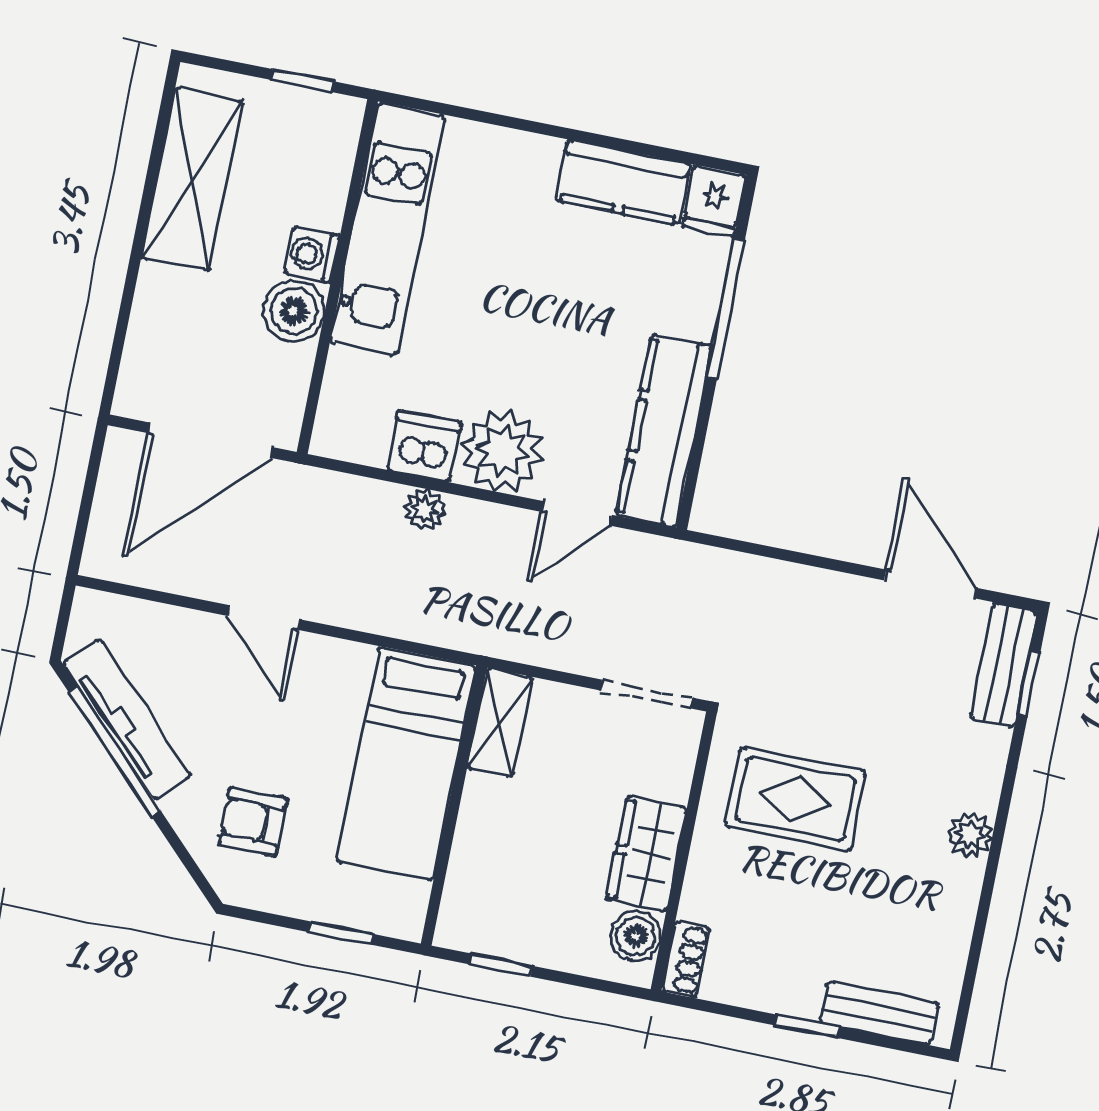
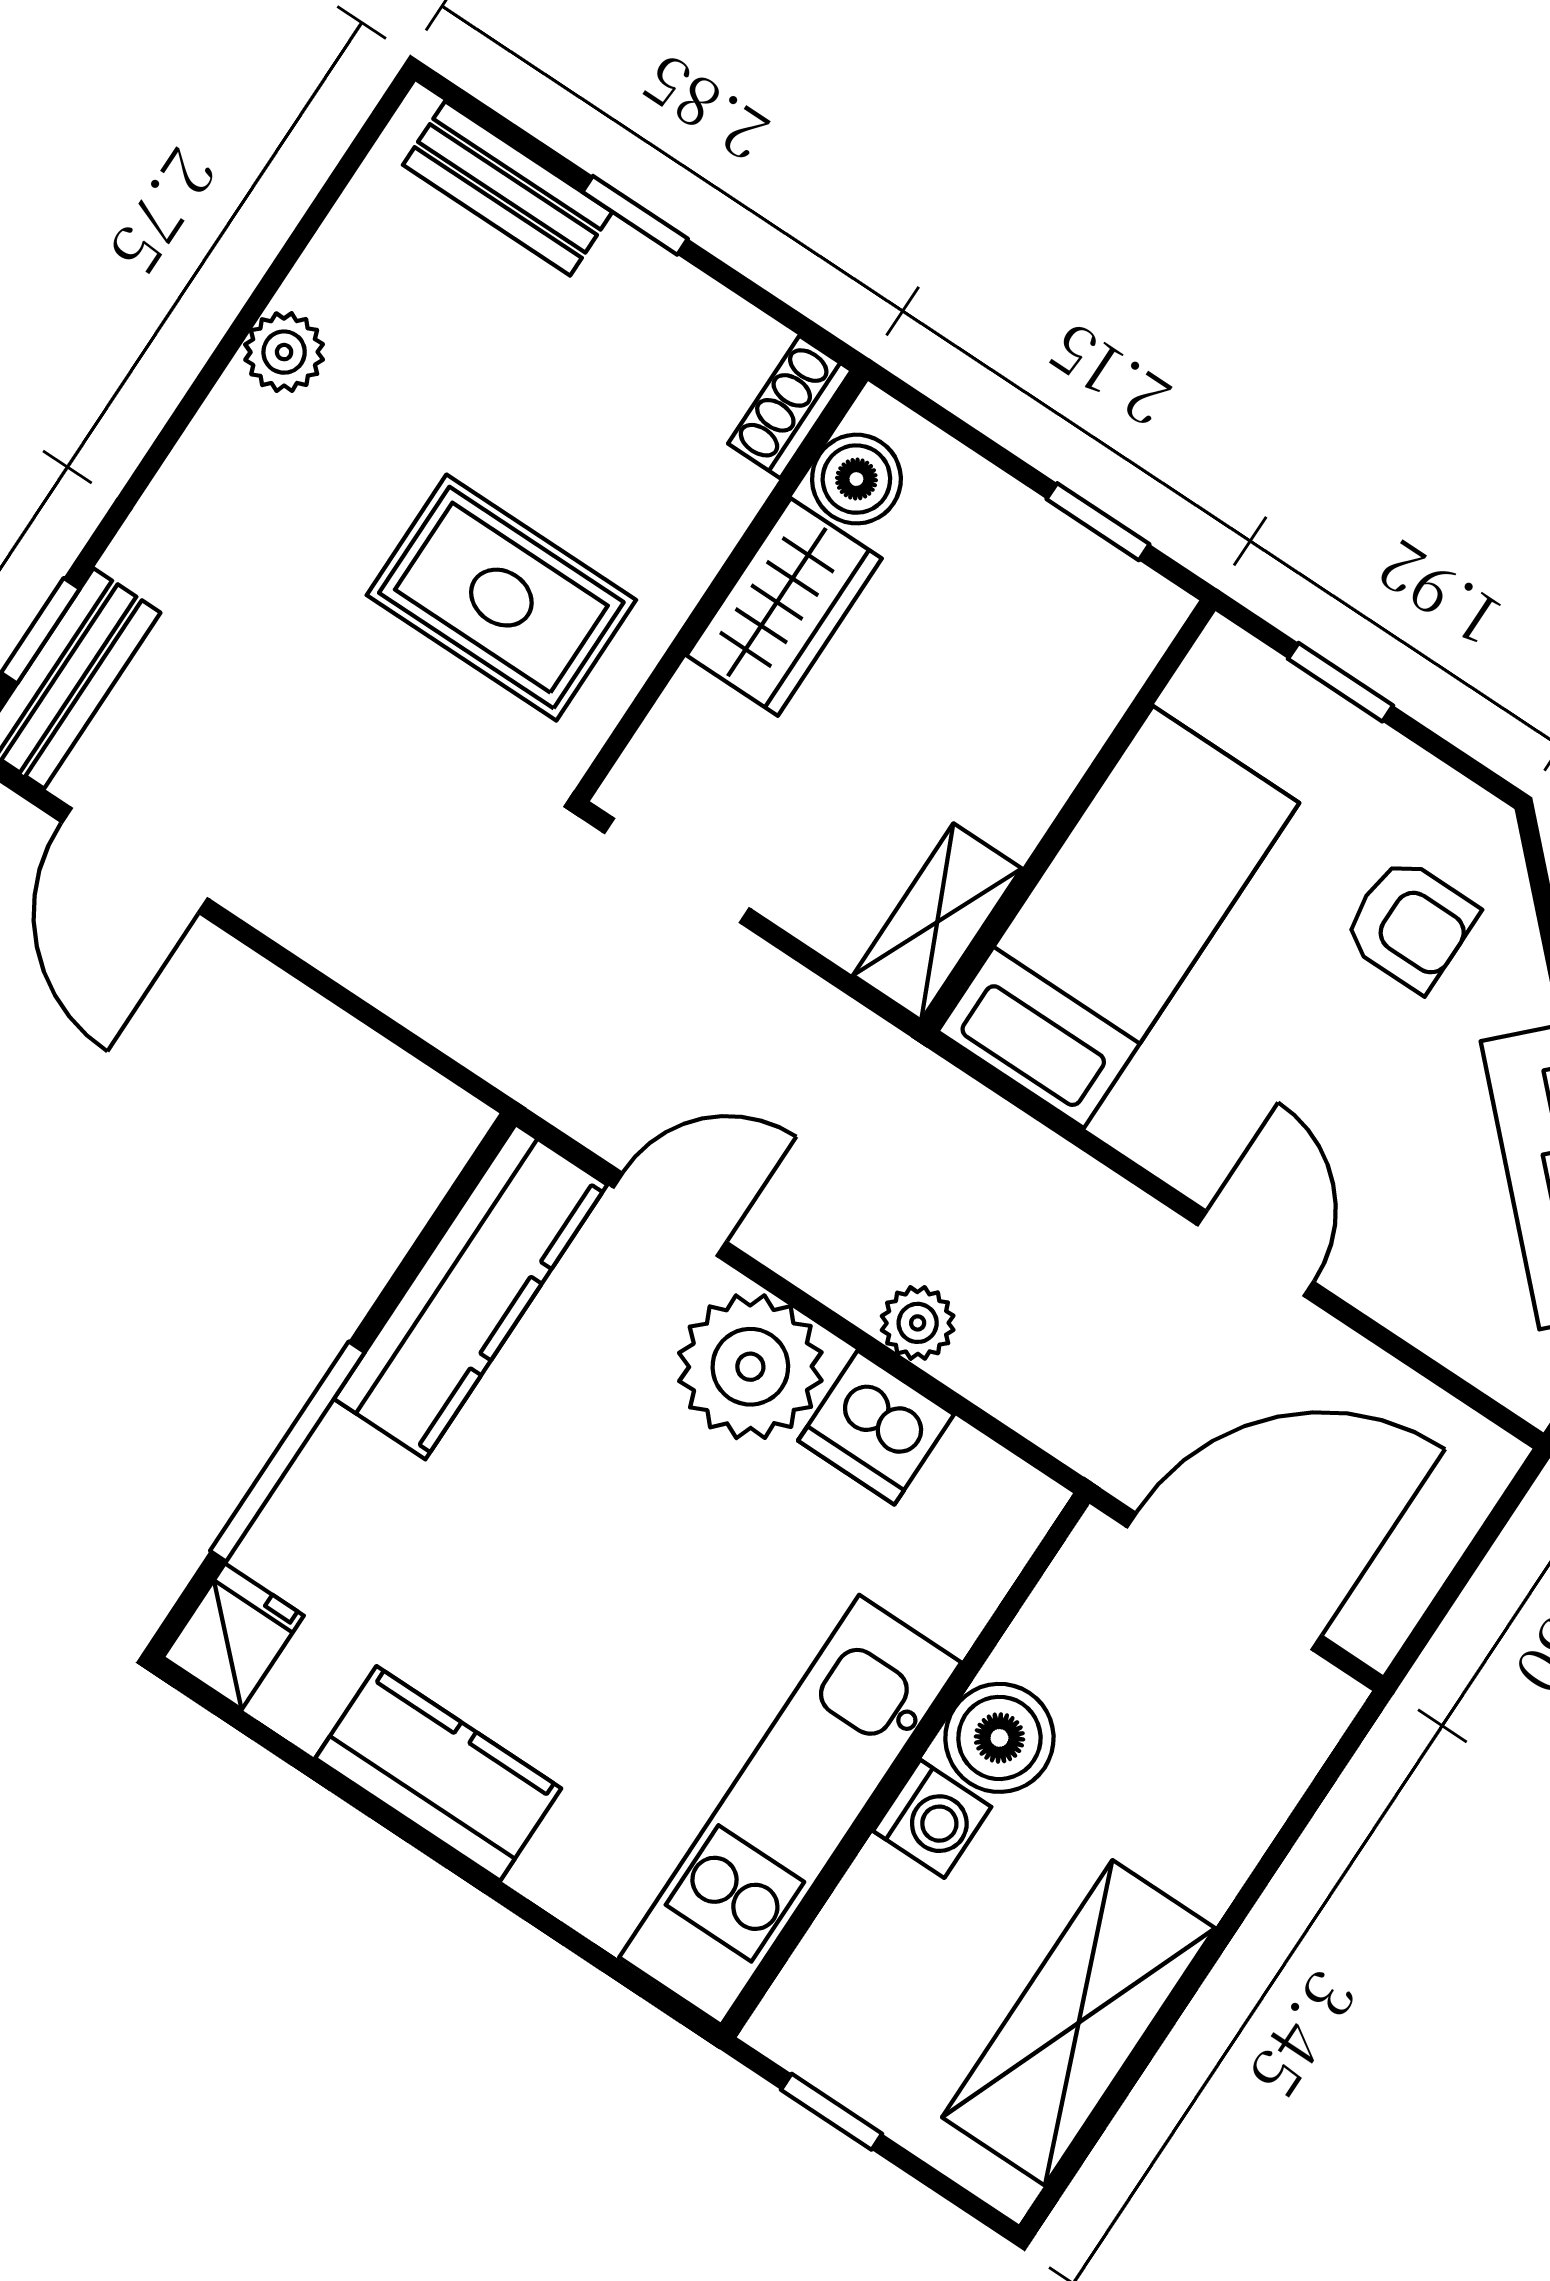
kitchen counter: (623, 182) -> (438, 1773), moved
plant: (970, 835) -> (284, 352), moved

